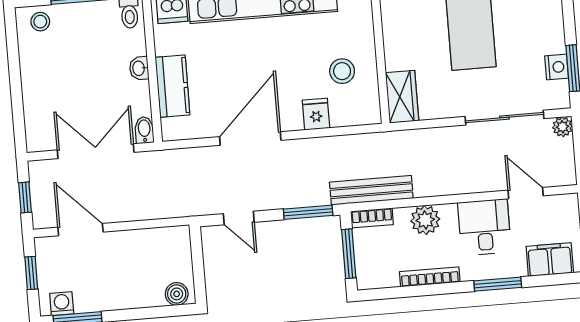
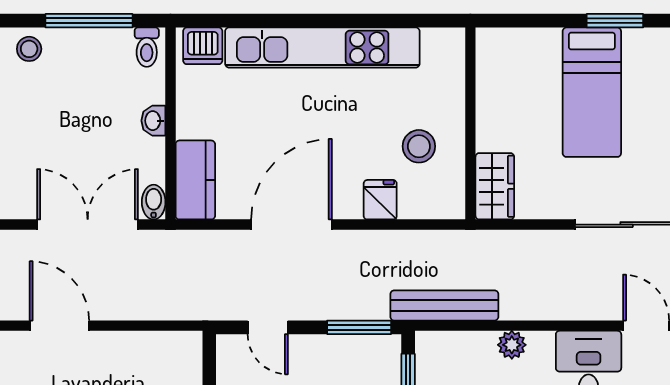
kitchen counter: (173, 86) -> (195, 180), moved
bookcase: (372, 218) -> (442, 342), removed
plant: (425, 220) -> (512, 345), width x0.73, depth x0.73

